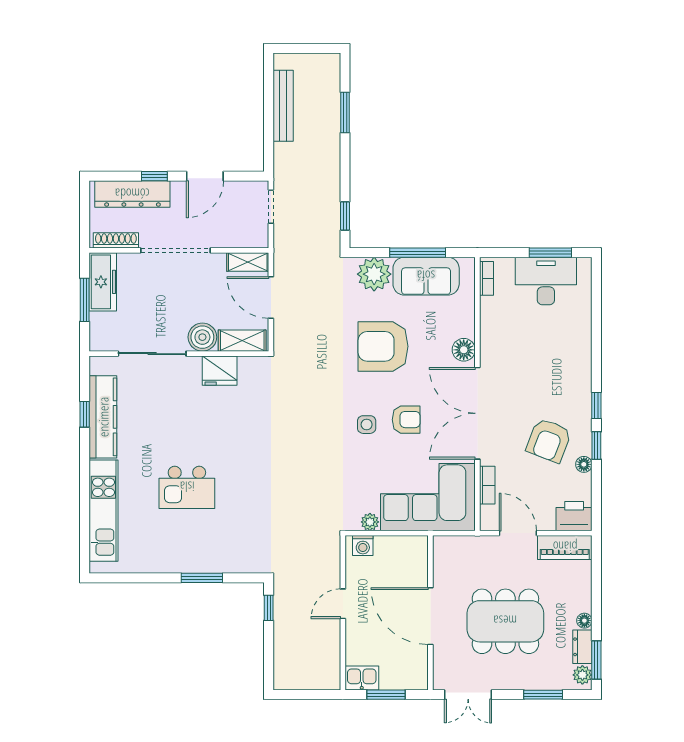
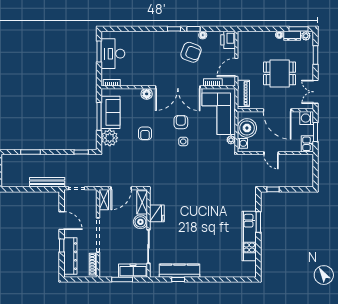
bench: (283, 106) -> (47, 182), moved
freezer: (103, 282) -> (133, 271), moved
armchair: (383, 346) -> (145, 133), width x0.53, depth x0.53
kitchen island: (187, 487) -> (214, 229), removed
kitchen unit: (103, 511) -> (249, 236), moved, turned -90
piano: (565, 547) -> (243, 93), moved
boiler: (394, 555) -> (247, 128), added
door: (430, 616) -> (277, 110), hinge flipped
dining table: (505, 621) -> (280, 73), width x0.73
washing machine: (414, 677) -> (307, 118), added
double door: (468, 695) -> (316, 92), swing flipped

